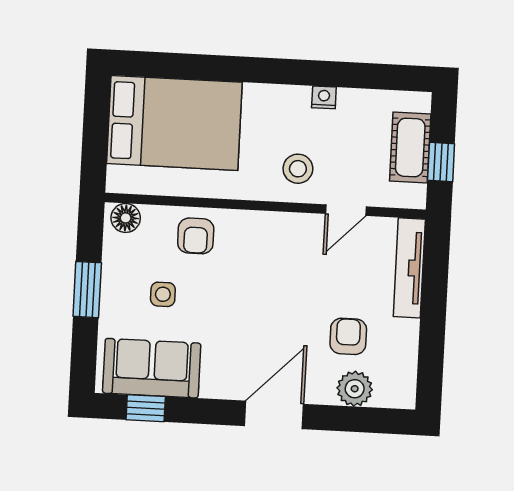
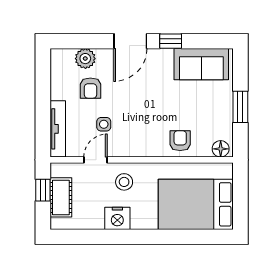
nightstand: (324, 97) -> (117, 218), width x1.89, depth x1.79
side table: (163, 294) -> (104, 124), moved
window: (146, 408) -> (171, 41), moved

